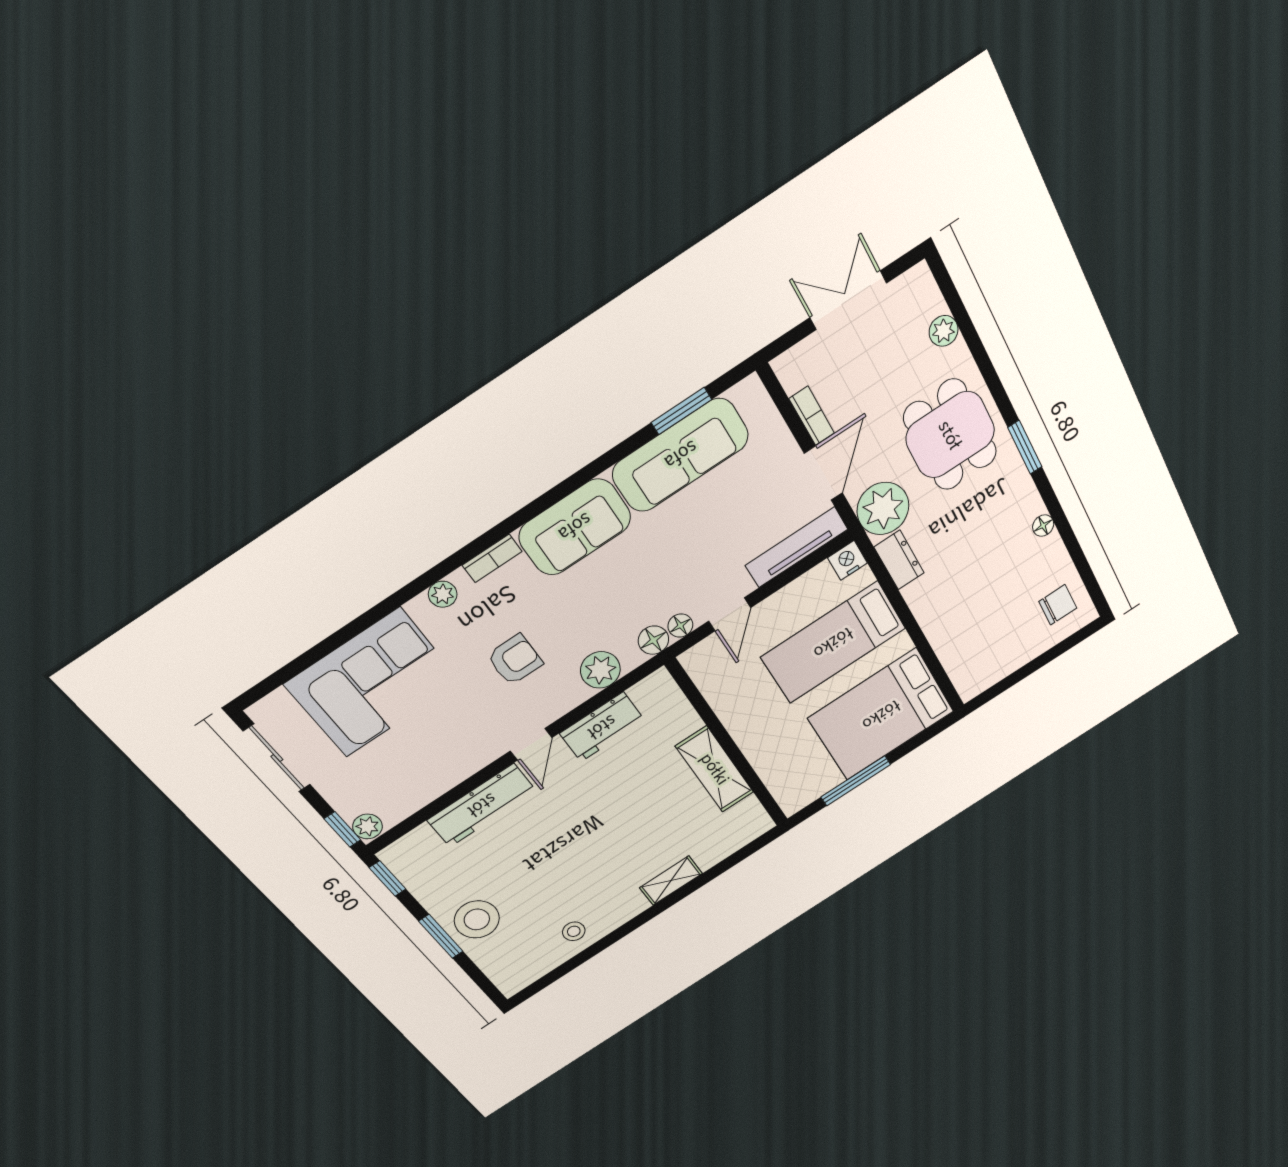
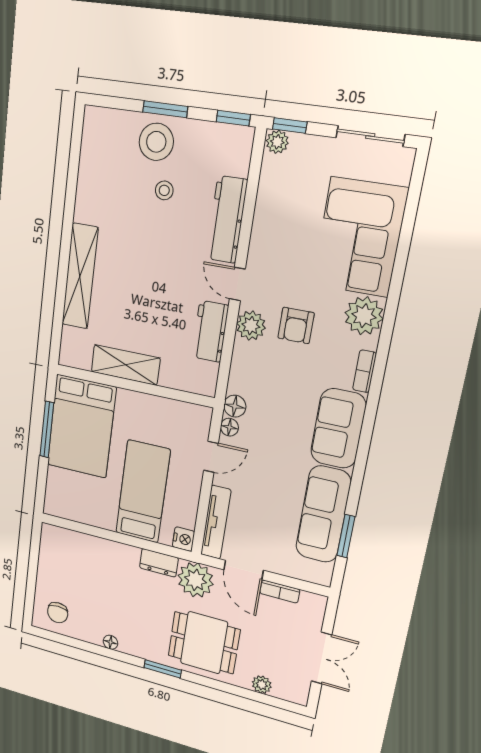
plant: (443, 594) -> (364, 316), width x1.88, depth x1.88
door: (730, 614) -> (211, 457), swing flipped
plant: (600, 670) -> (251, 326), moved
bed: (881, 715) -> (81, 426), moved, turned 180
shelving: (671, 881) -> (80, 276), width x2.20, depth x1.33
stool: (574, 931) -> (164, 190), moved

